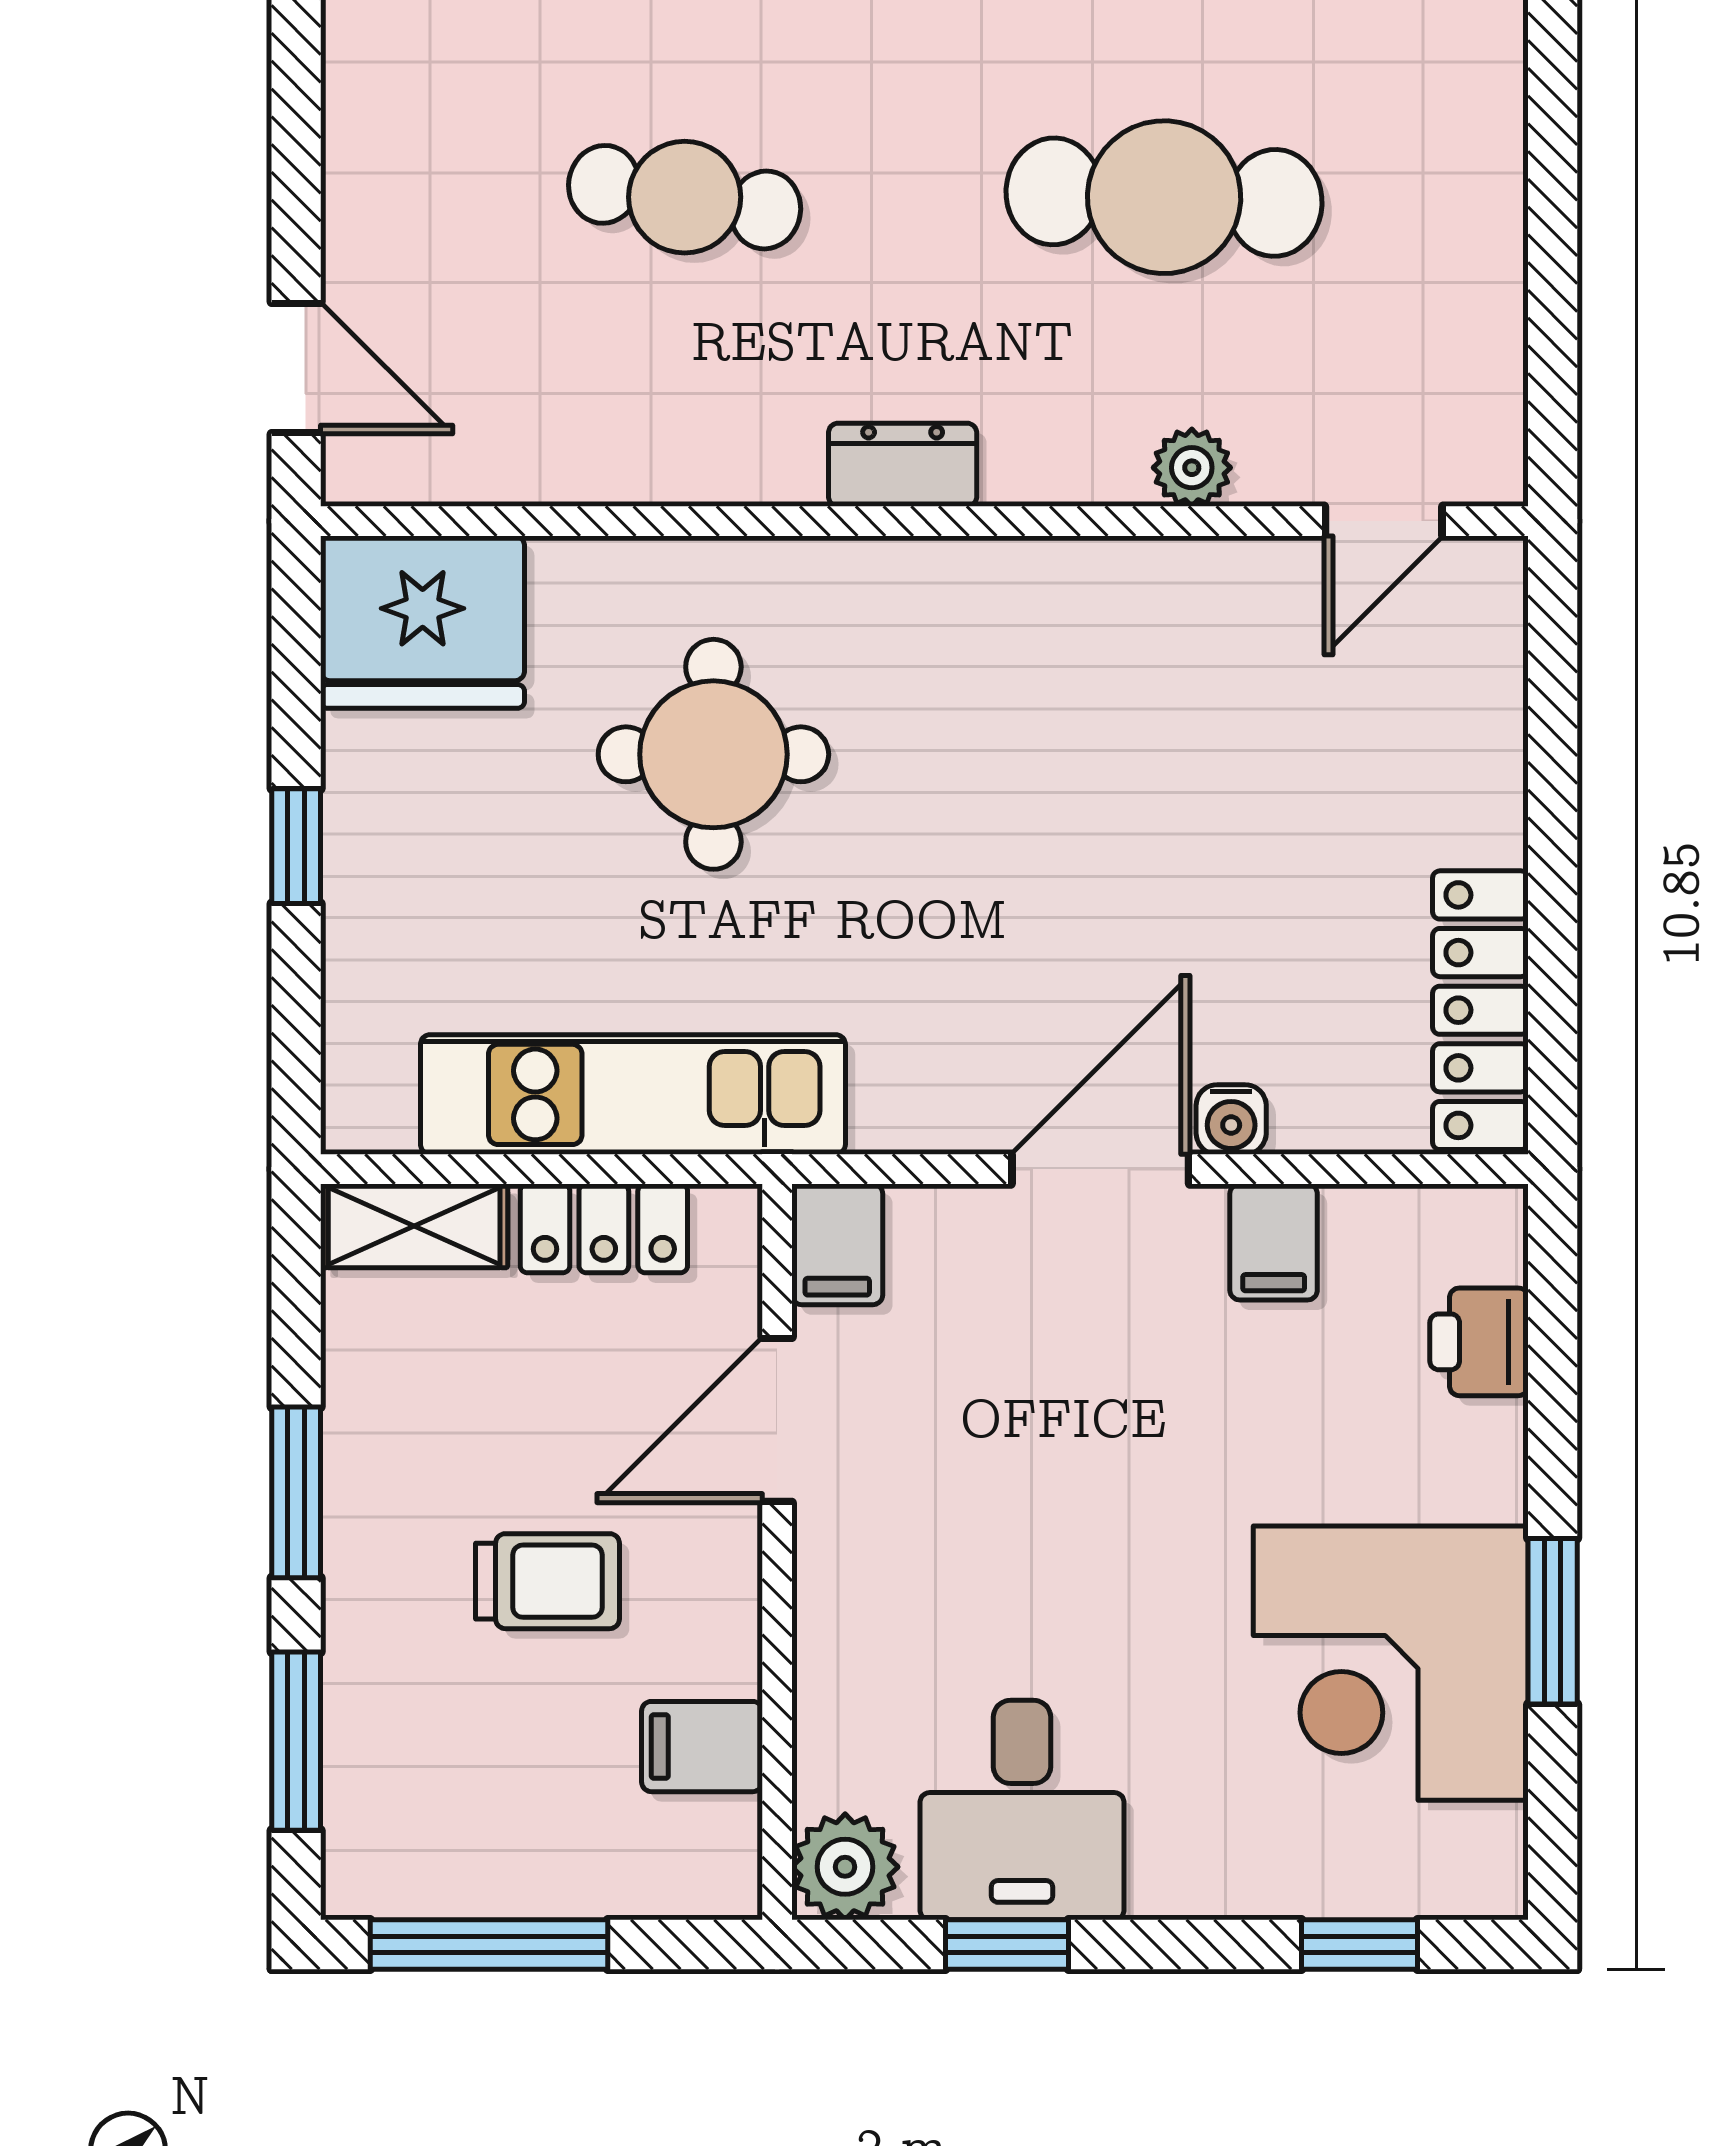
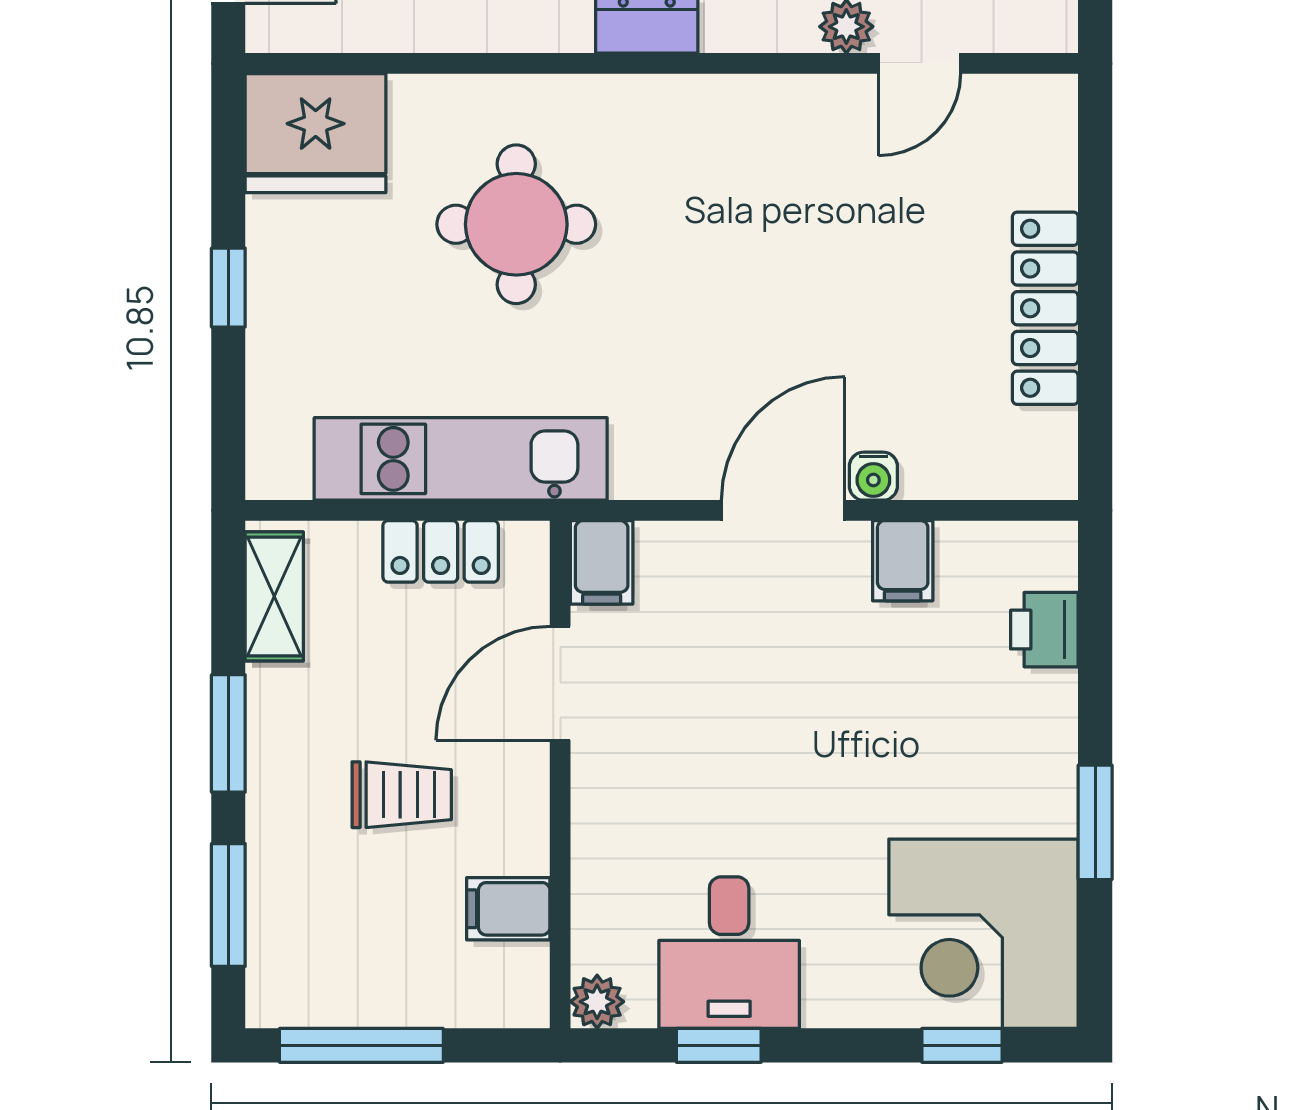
door: (1384, 521) -> (920, 63), moved
locker: (1480, 1010) -> (1045, 308), moved
shelving: (414, 1226) -> (274, 596), moved, turned 90
corner desk: (1391, 1663) -> (984, 934), moved
plant: (845, 1867) -> (597, 1002), width x0.73, depth x0.73

